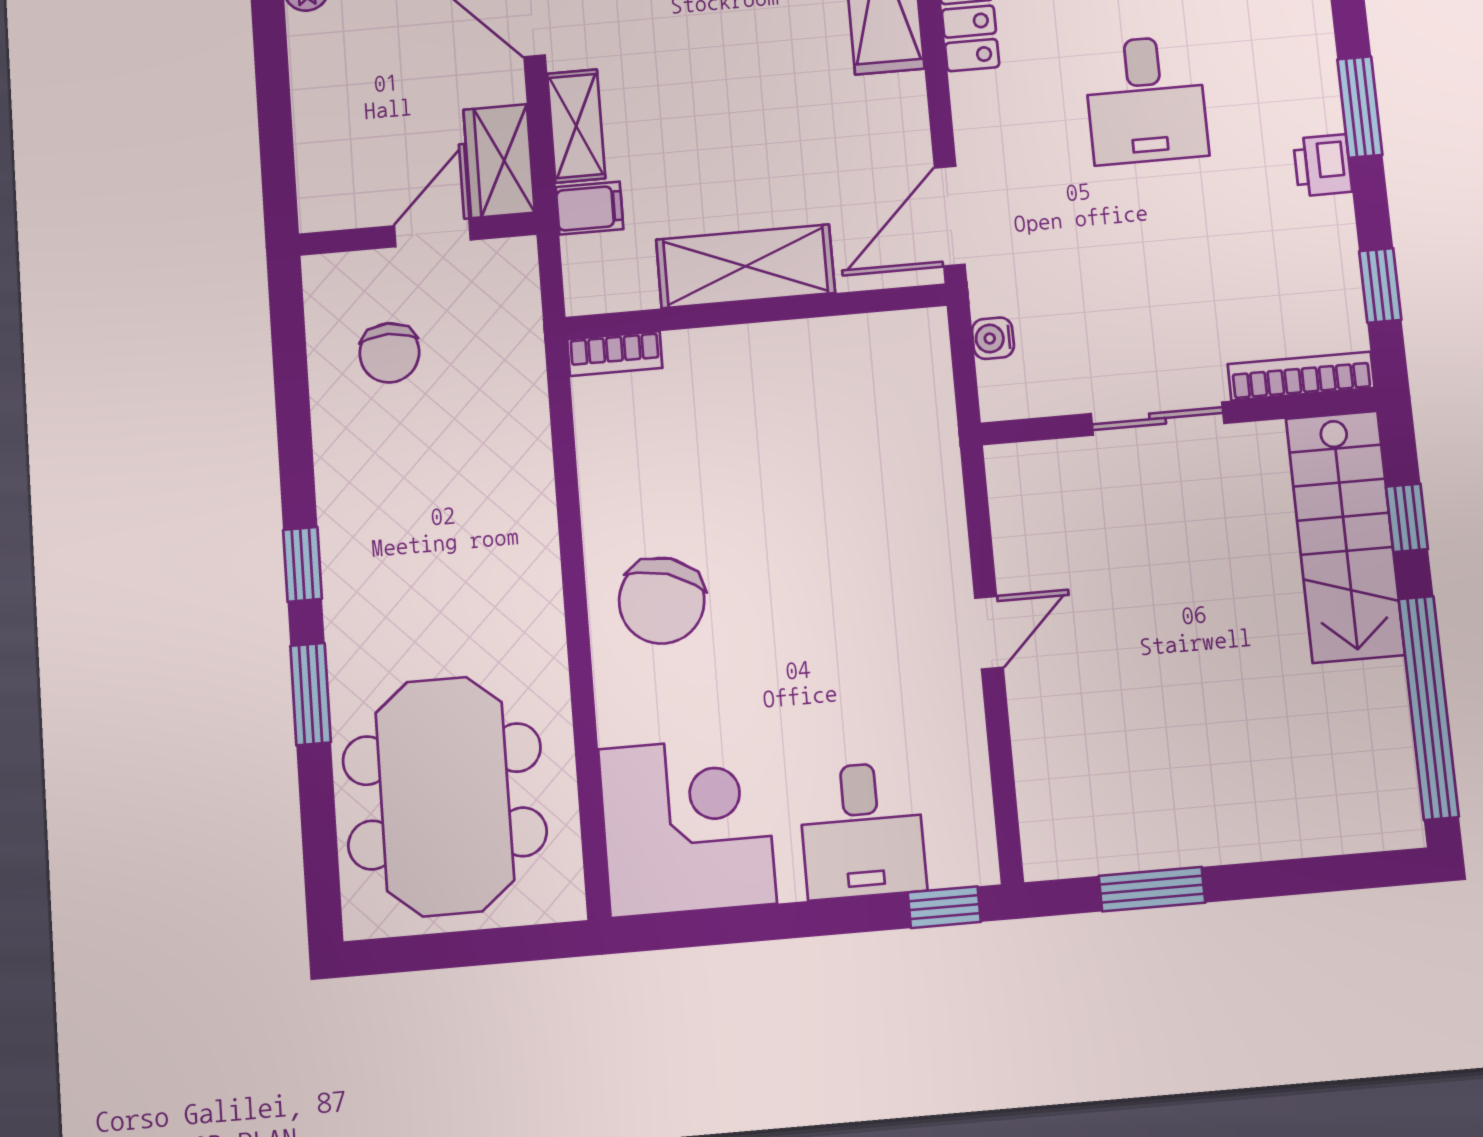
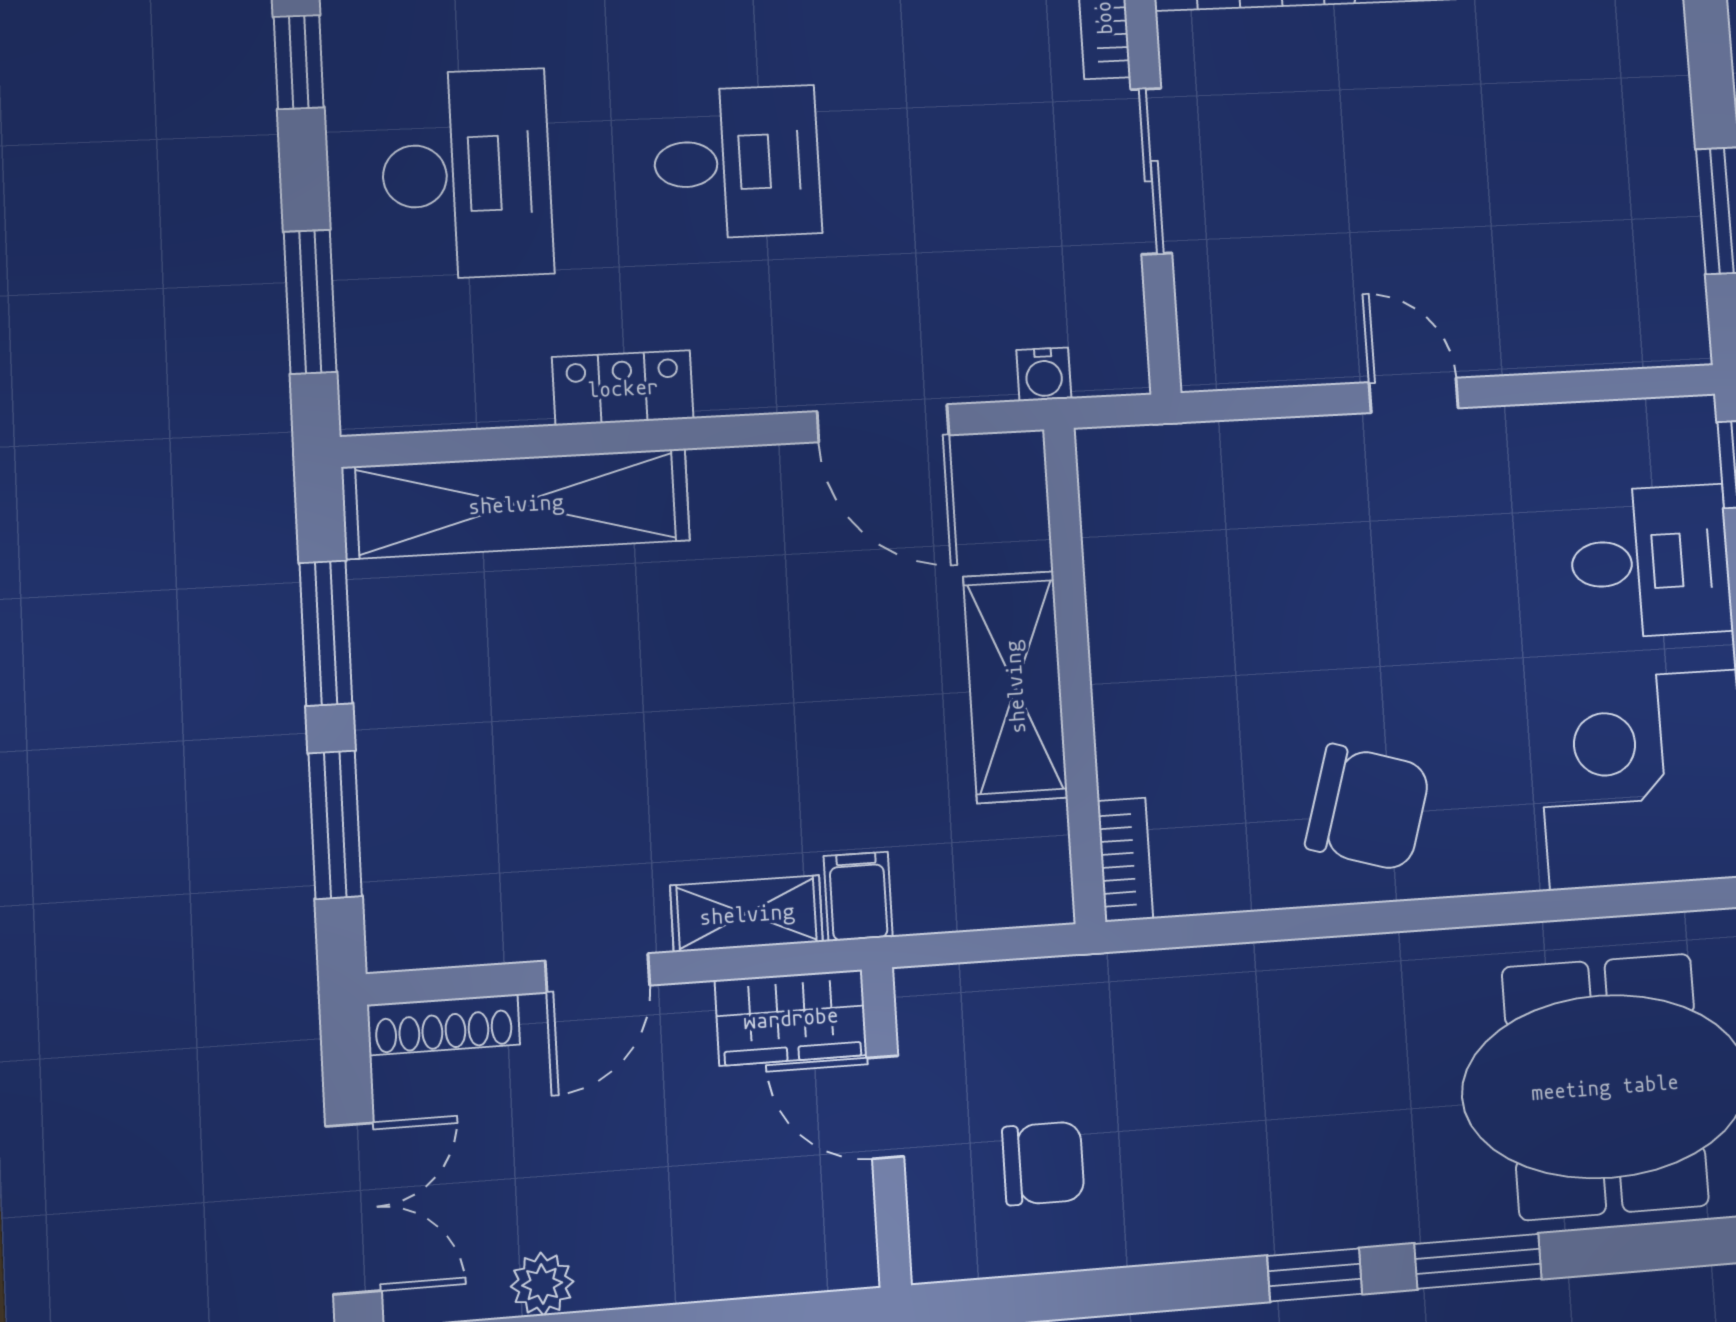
shelving: (745, 266) -> (1015, 687), moved
wall: (756, 311) -> (1075, 675), moved
bookcase: (615, 354) -> (1125, 860), moved

